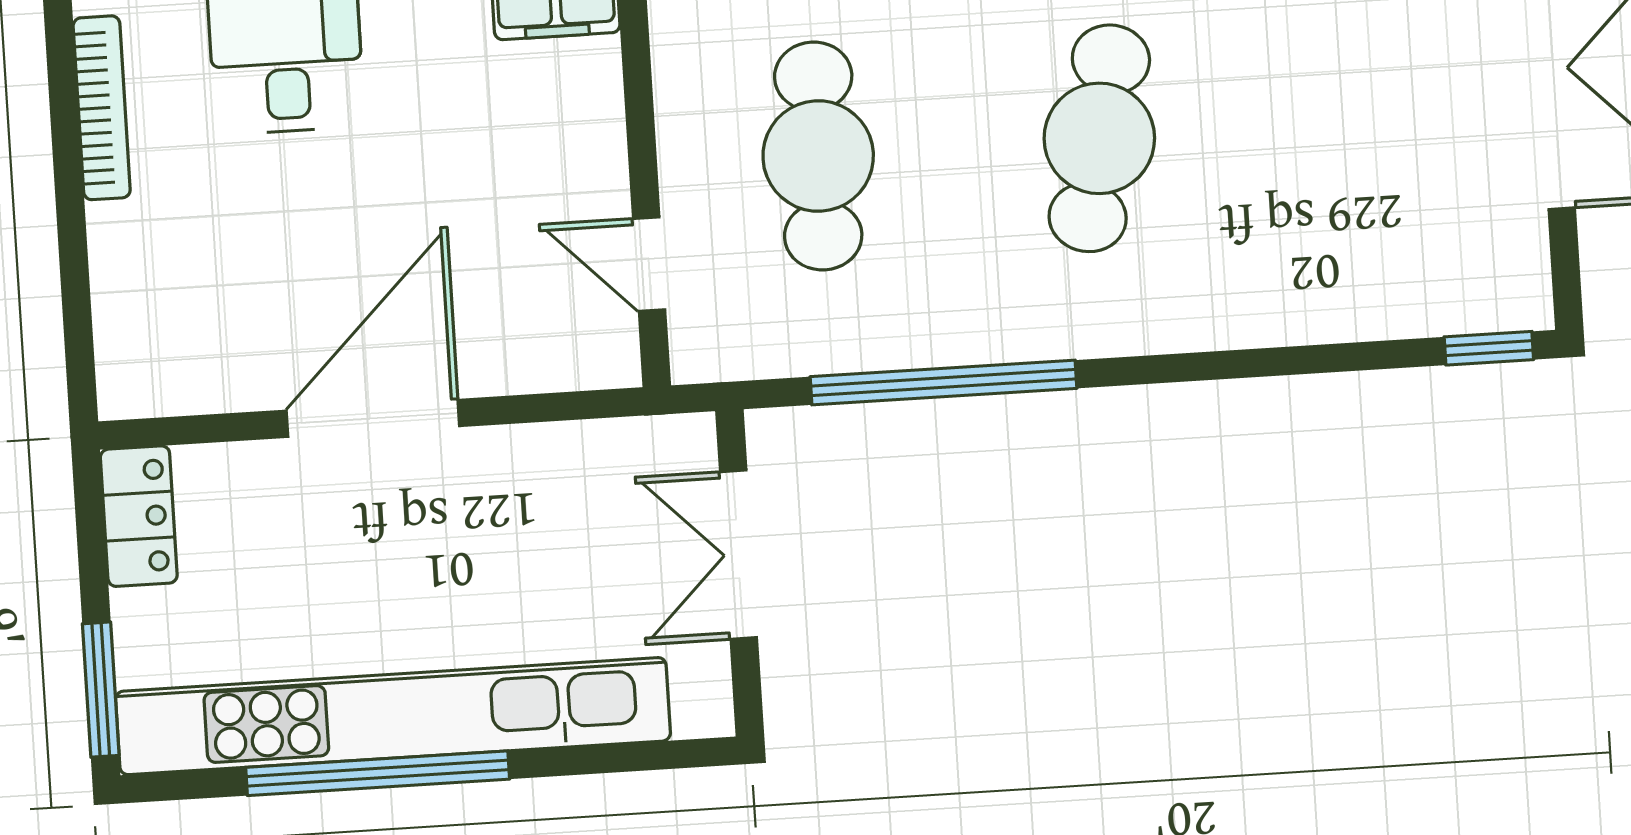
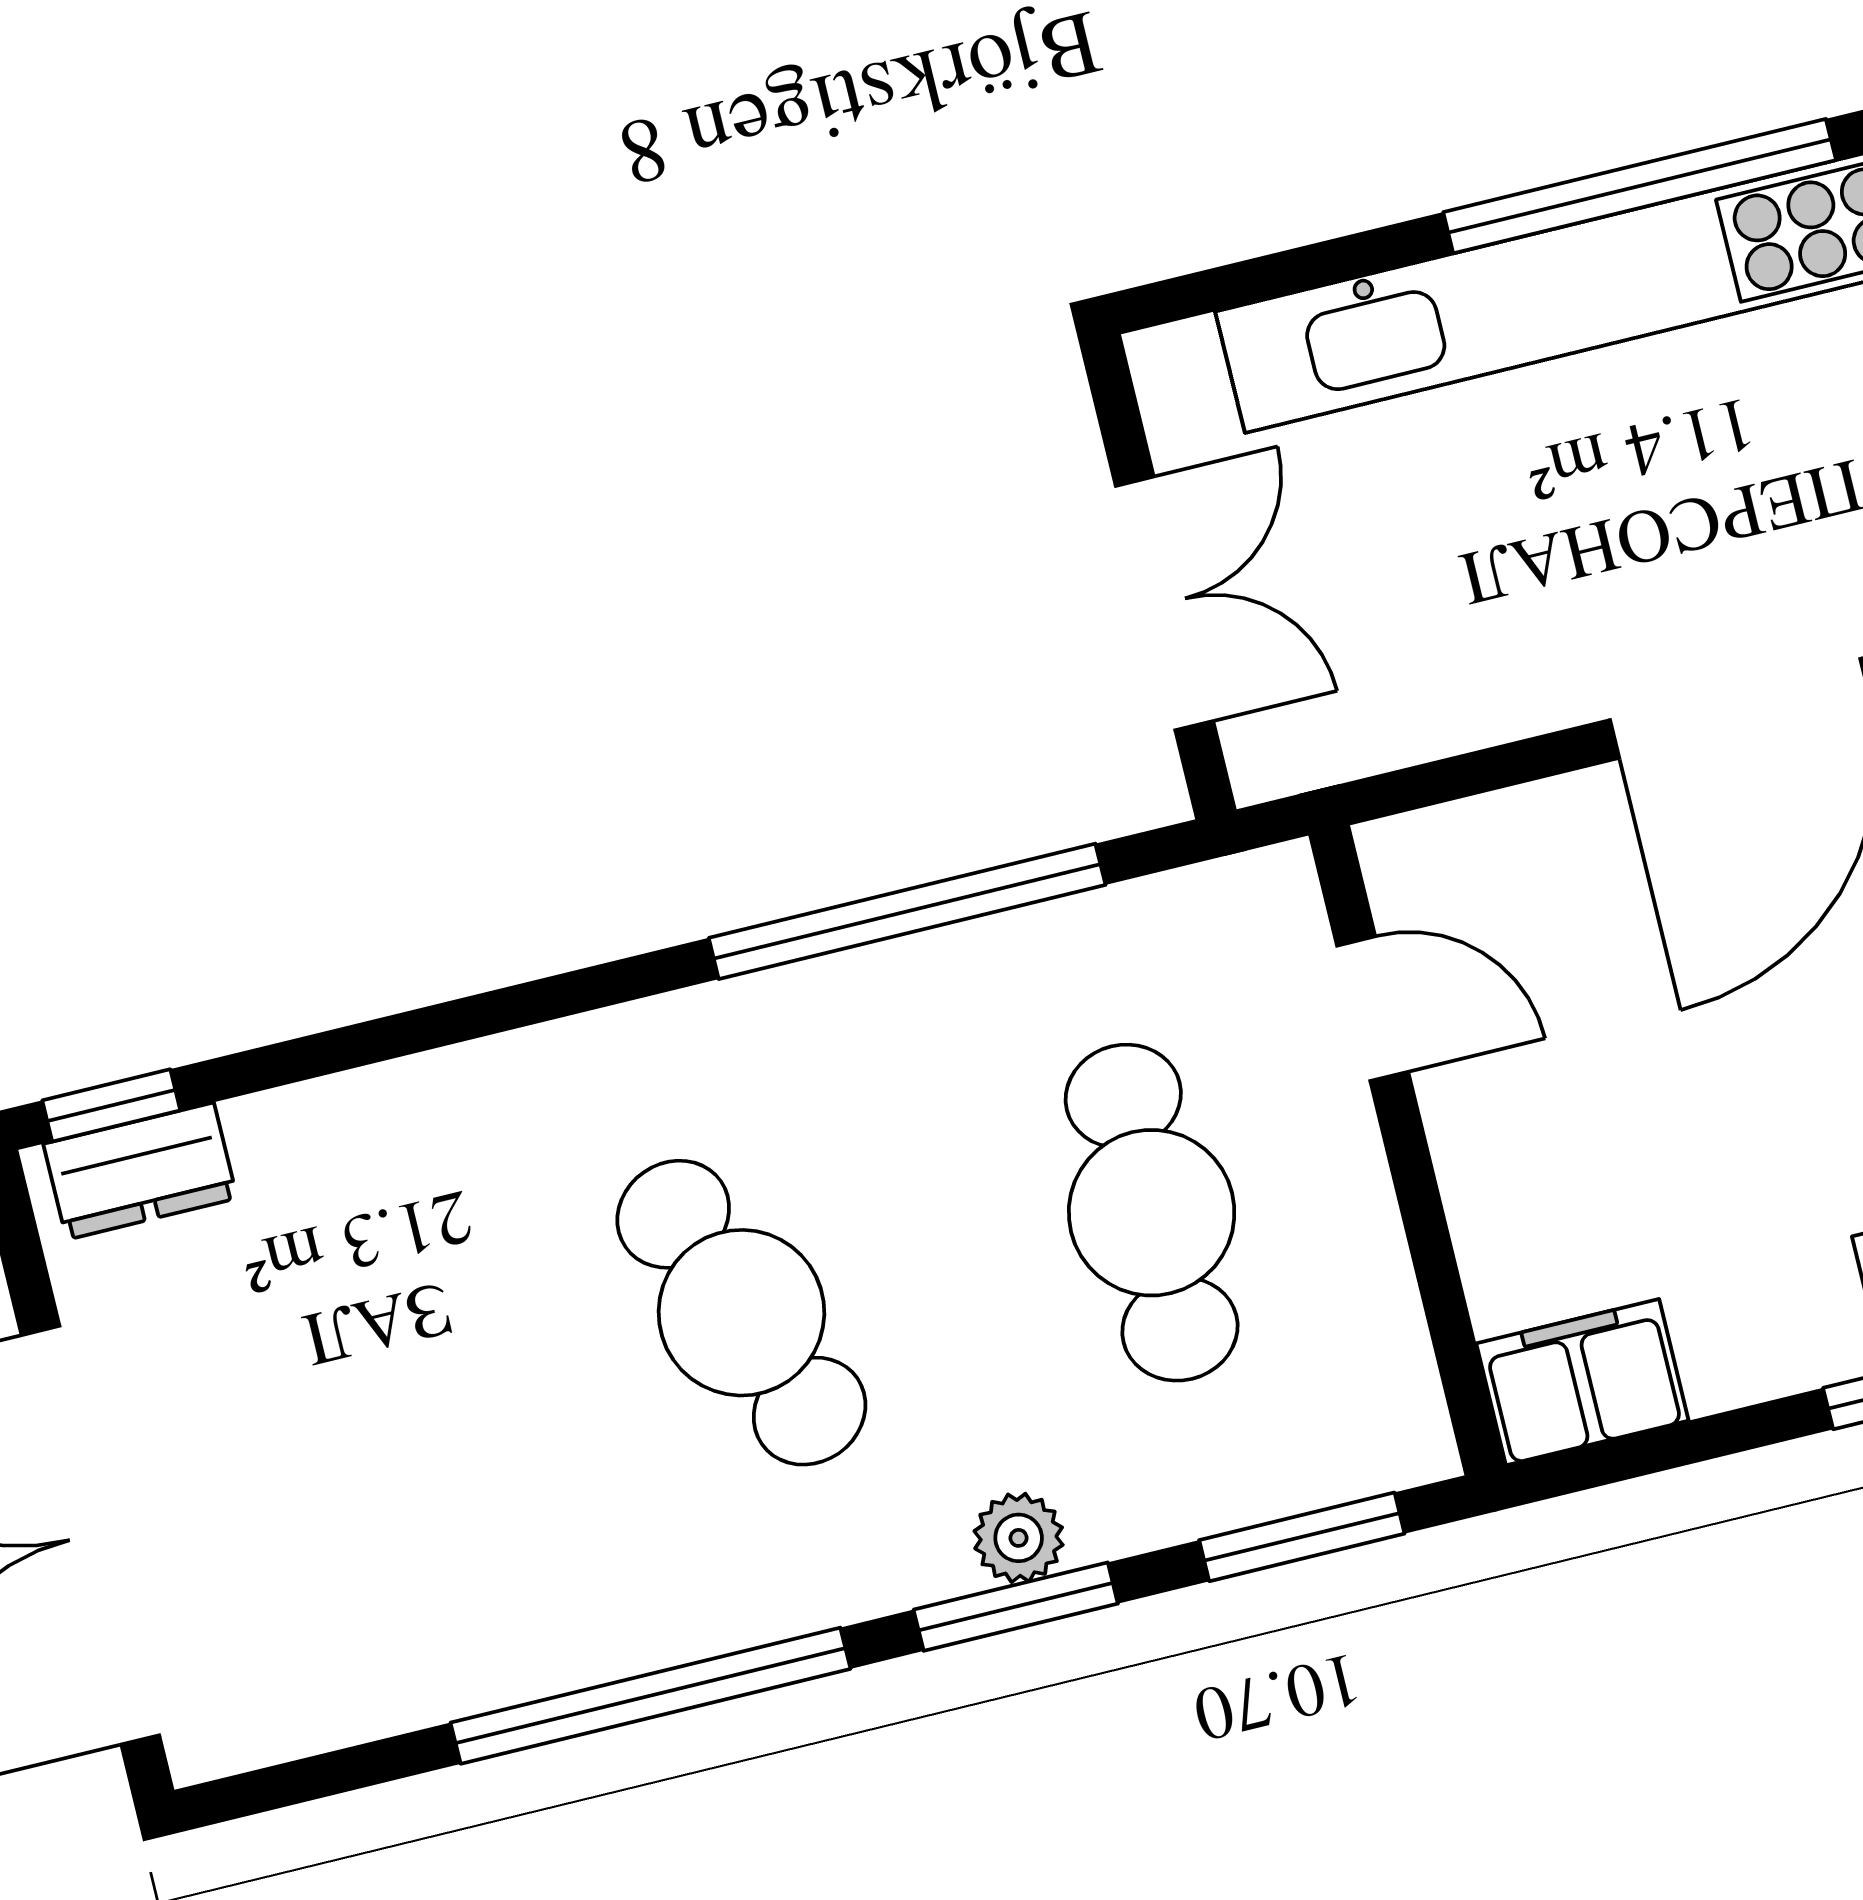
cafe table: (1099, 138) -> (741, 1313), turned -33
dresser: (1478, 302) -> (140, 1171), added

